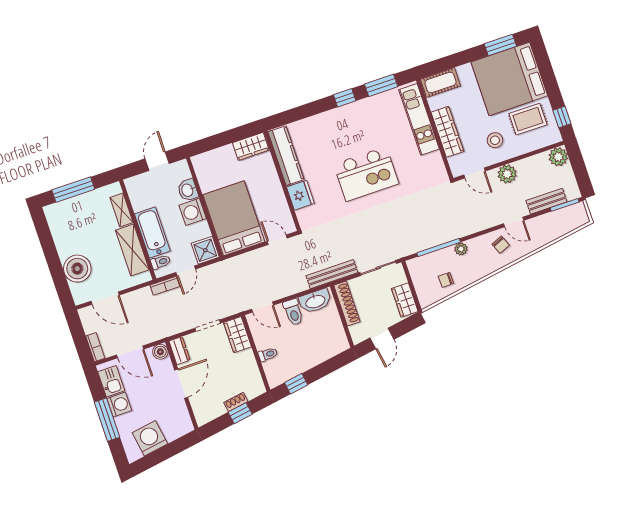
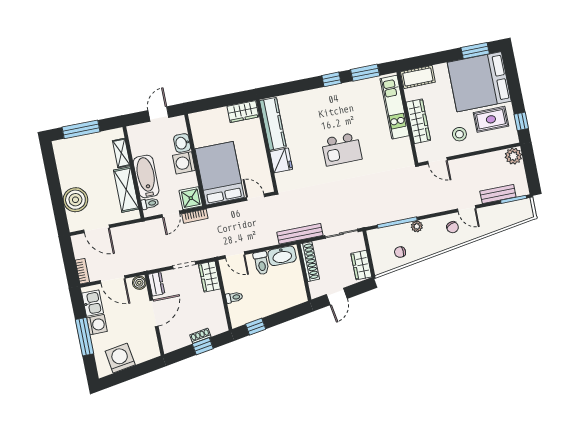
kitchen island: (366, 174) -> (342, 149), width x0.73, depth x0.78
plant: (507, 174) -> (466, 165), removed
bookcase: (165, 286) -> (195, 216), moved

